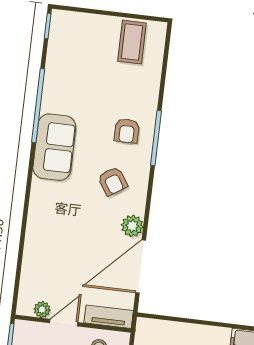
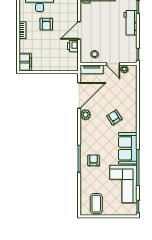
corner sofa: (72, 76) -> (123, 184), added
armchair: (113, 181) -> (114, 117), moved
door: (64, 323) -> (113, 64), hinge flipped

